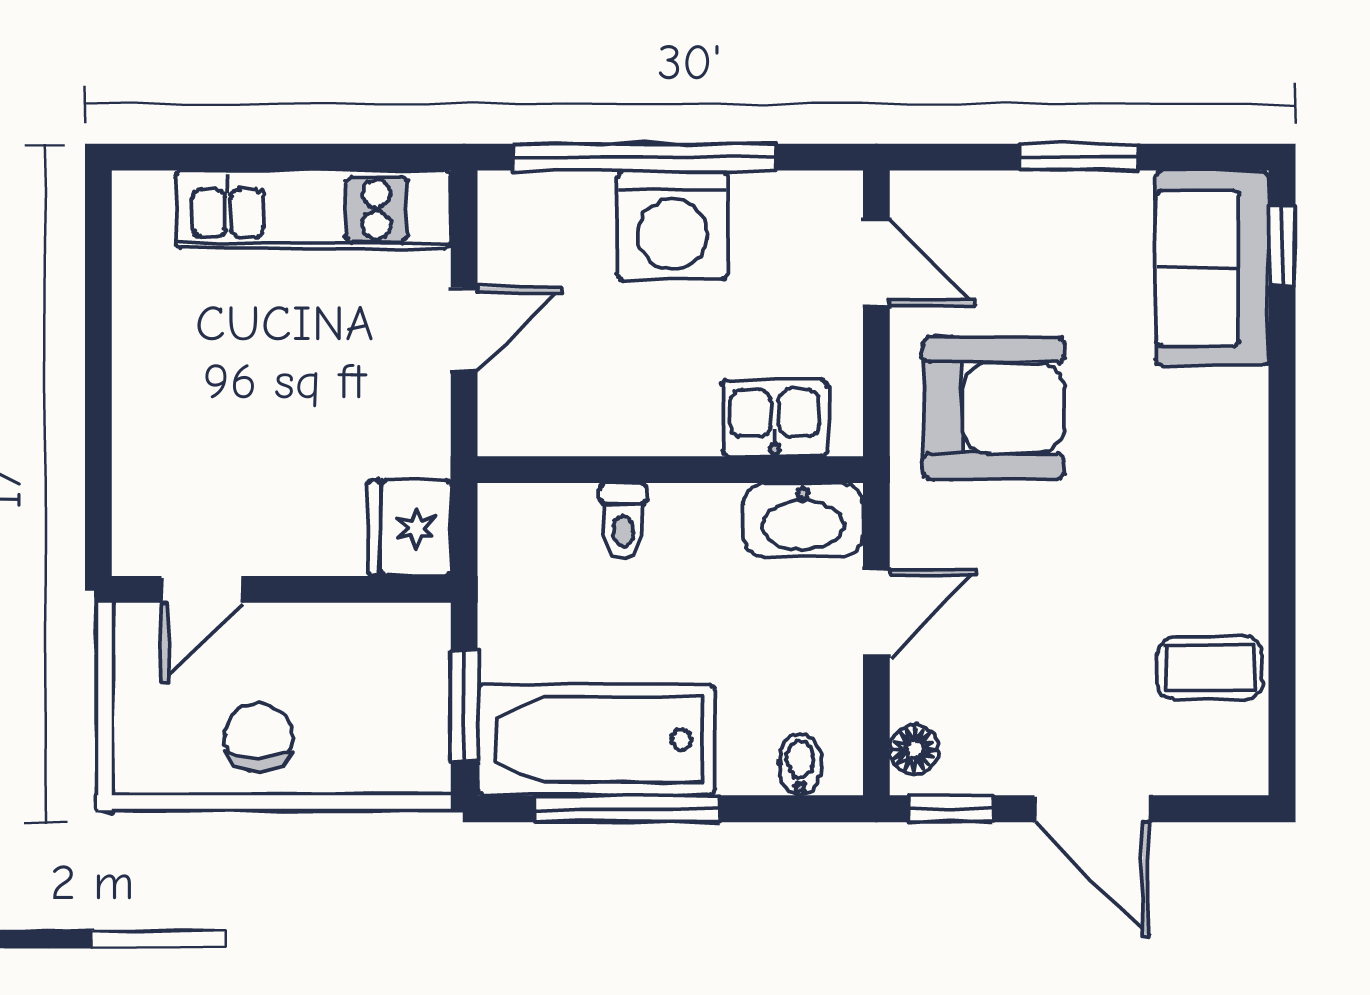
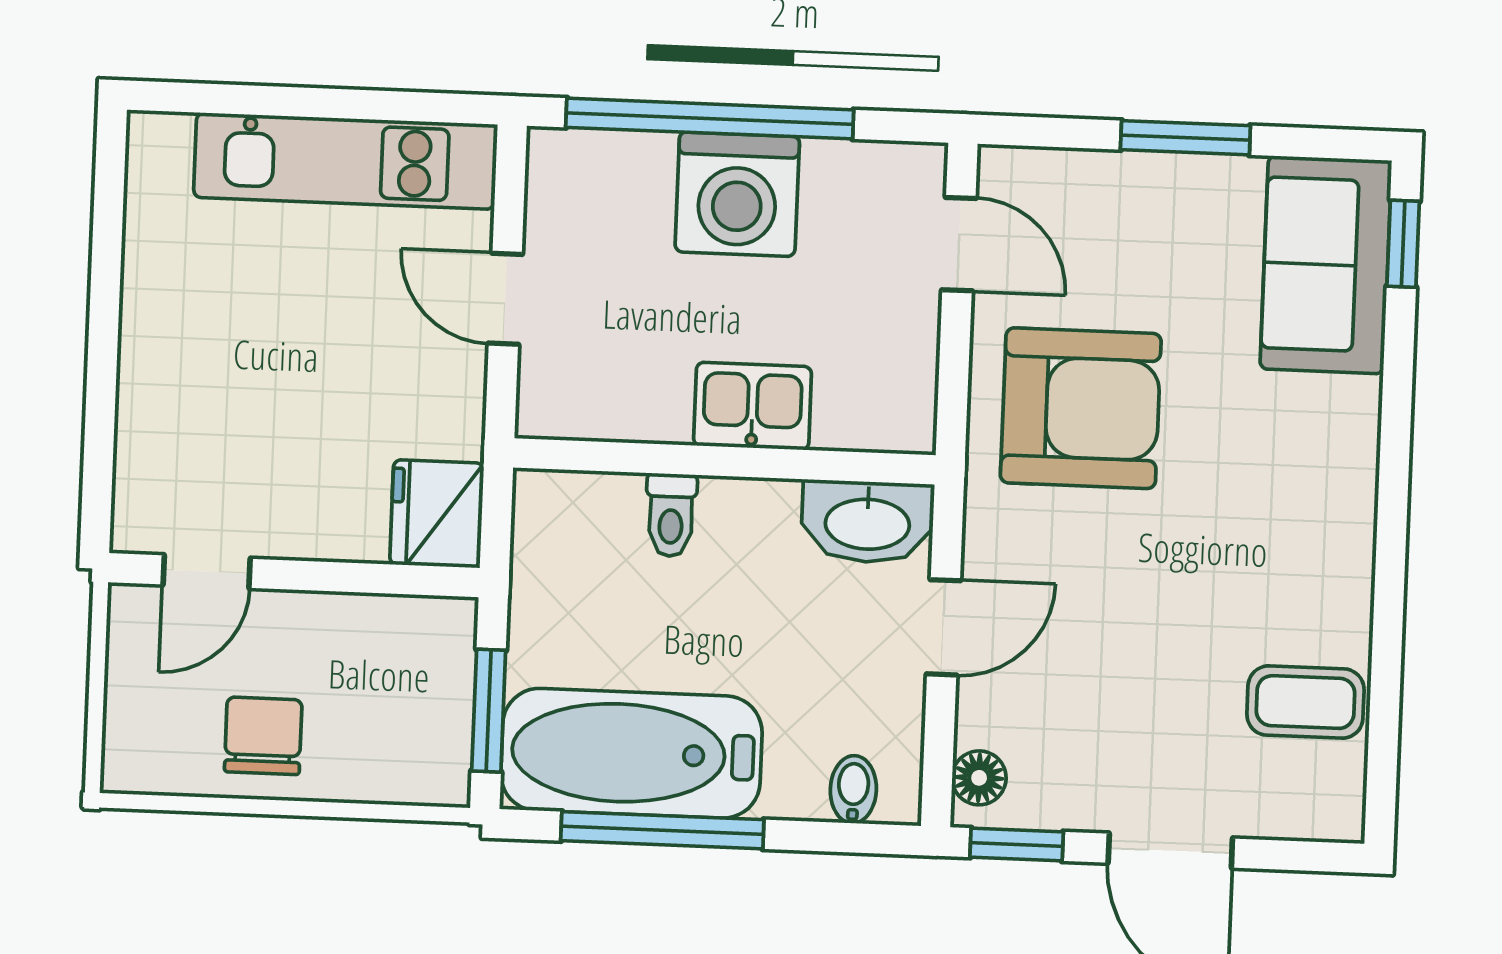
door: (464, 329) -> (505, 299), swing flipped
kitchen sink: (775, 418) -> (753, 406), moved

